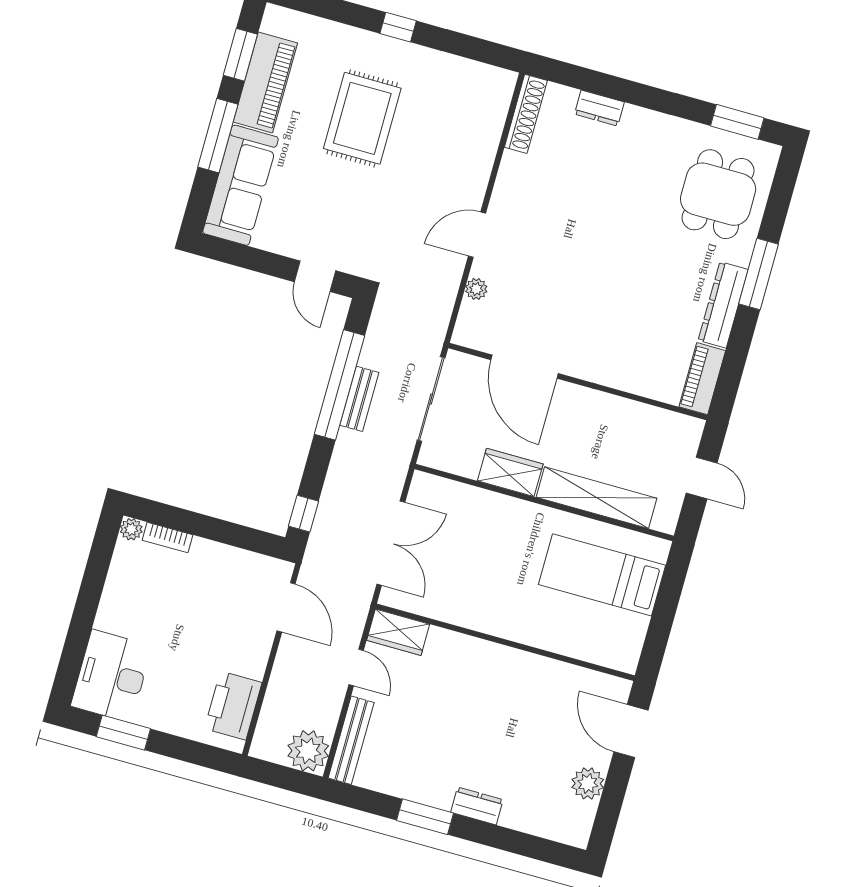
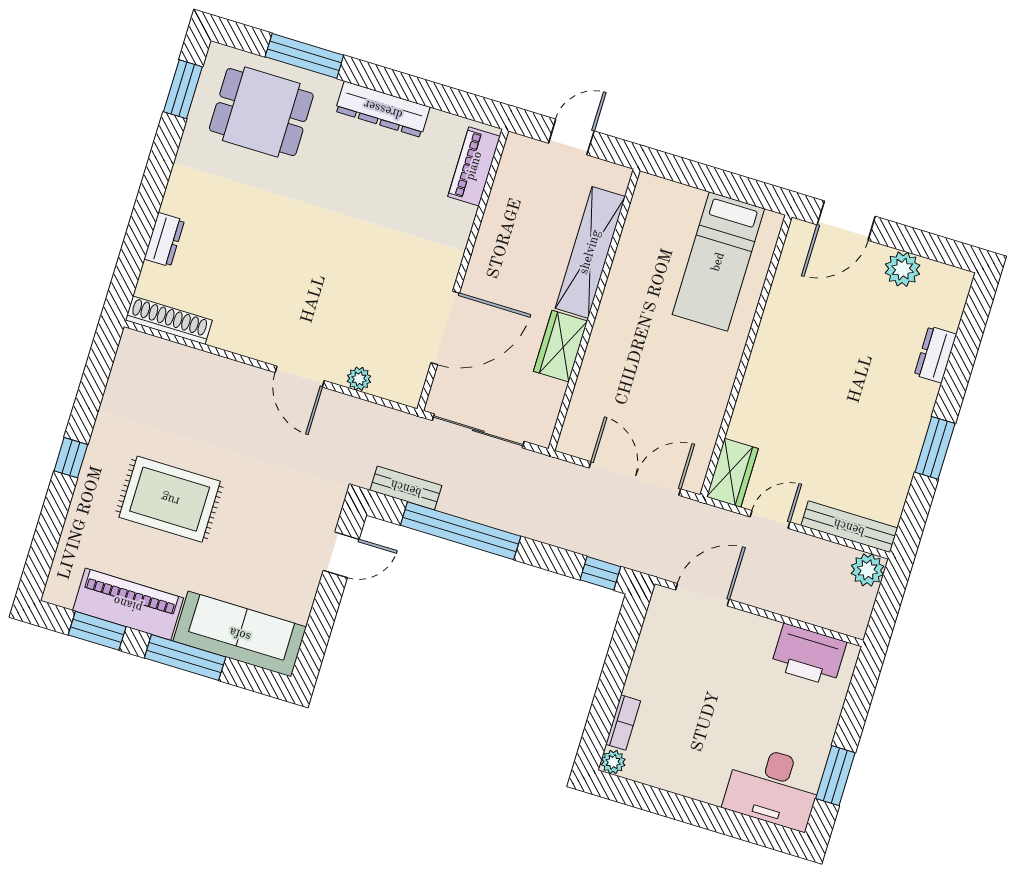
window: (759, 274) -> (304, 56), moved
piano: (702, 379) -> (474, 166), moved, turned 90
bench: (359, 399) -> (406, 488), moved
bed: (602, 575) -> (718, 262), moved
plant: (308, 751) -> (868, 570), width x0.73, depth x0.73
dresser: (477, 806) -> (935, 355), moved

